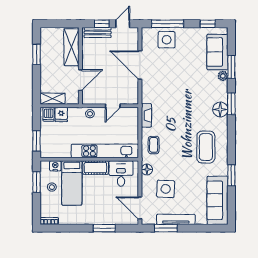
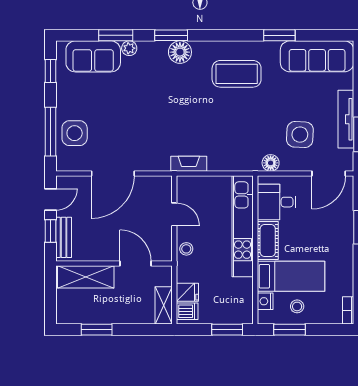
door: (123, 24) -> (50, 199), swing flipped
coffee table: (154, 145) -> (234, 153), removed

